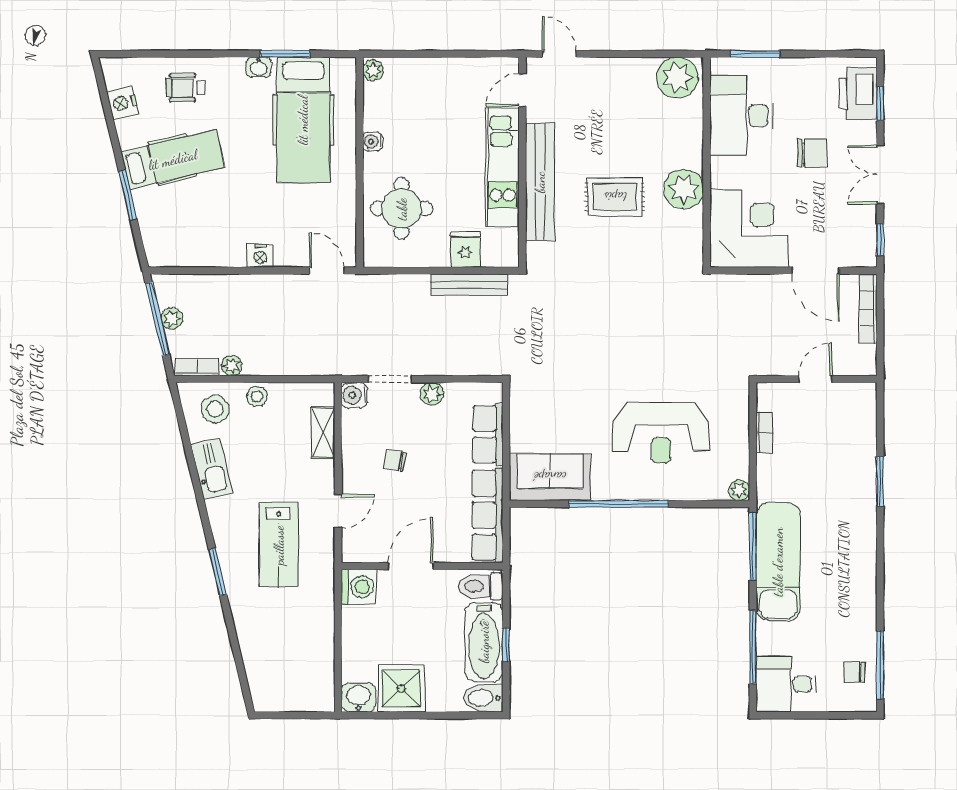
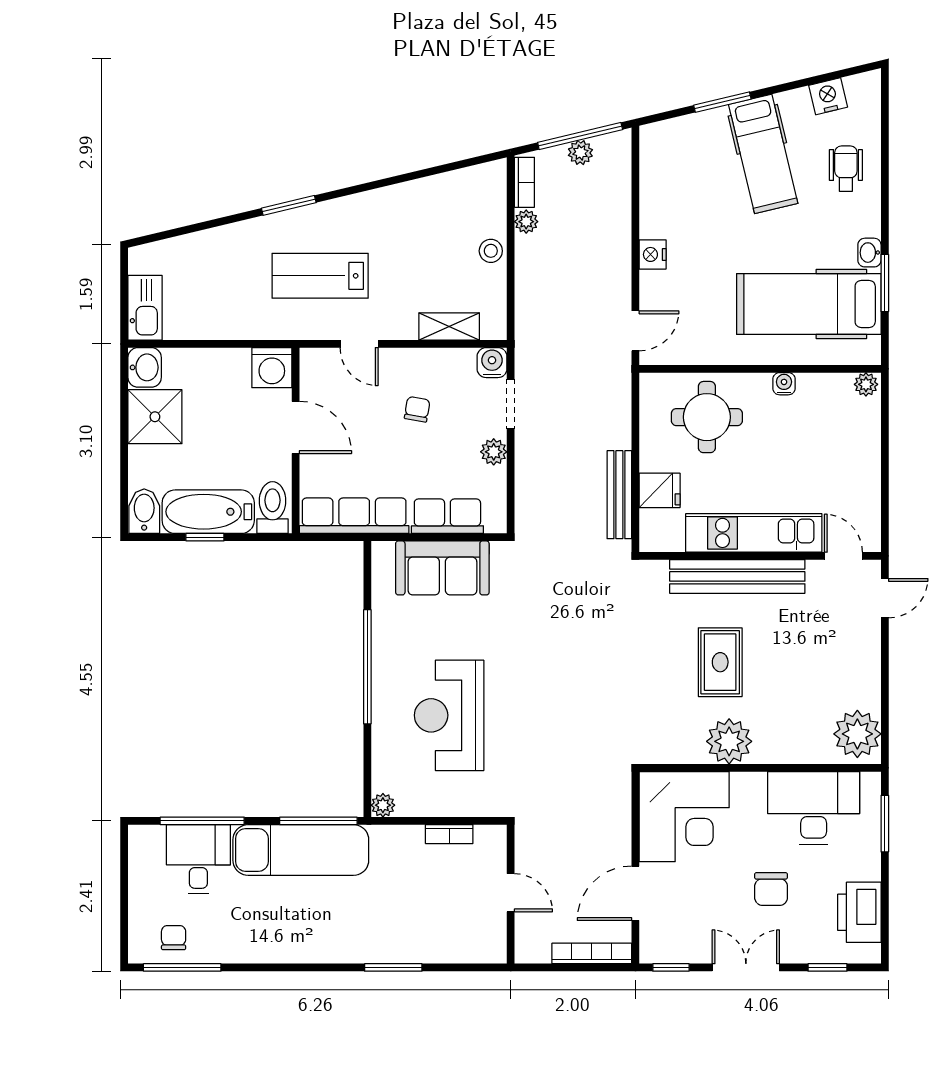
printer: (858, 94) -> (859, 912), moved, turned -90
stool: (215, 409) -> (476, 203), removed
kitchen sink: (212, 469) -> (145, 308), moved, turned -77
sofa: (550, 477) -> (442, 568), moved, turned 90
desk: (786, 684) -> (198, 859), moved

